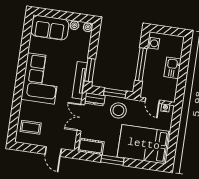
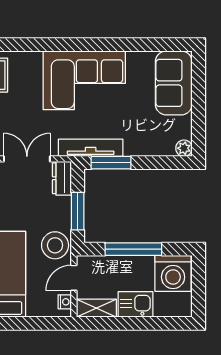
plant: (74, 25) -> (184, 125), removed
washing machine: (153, 43) -> (173, 273), width x1.89, depth x1.89
shelving: (171, 90) -> (96, 308), added
stool: (118, 110) -> (55, 245), moved

